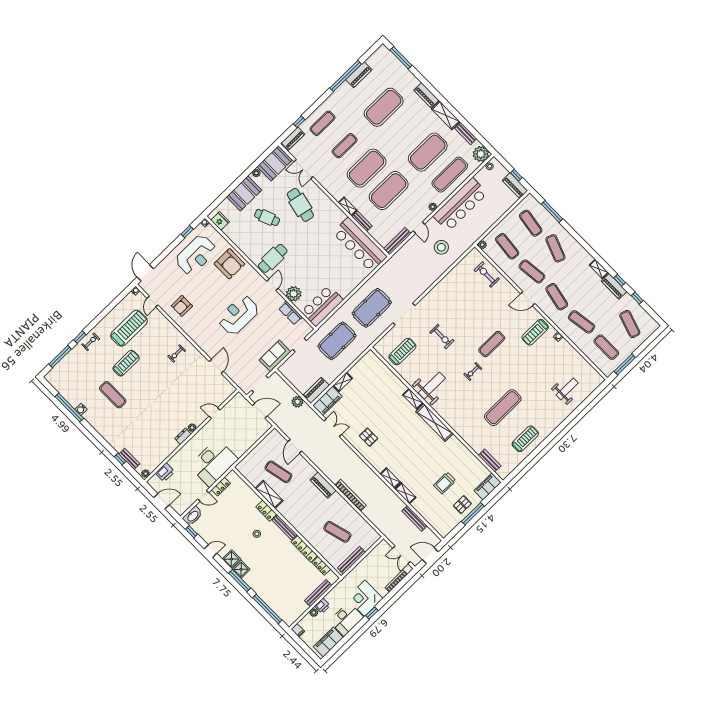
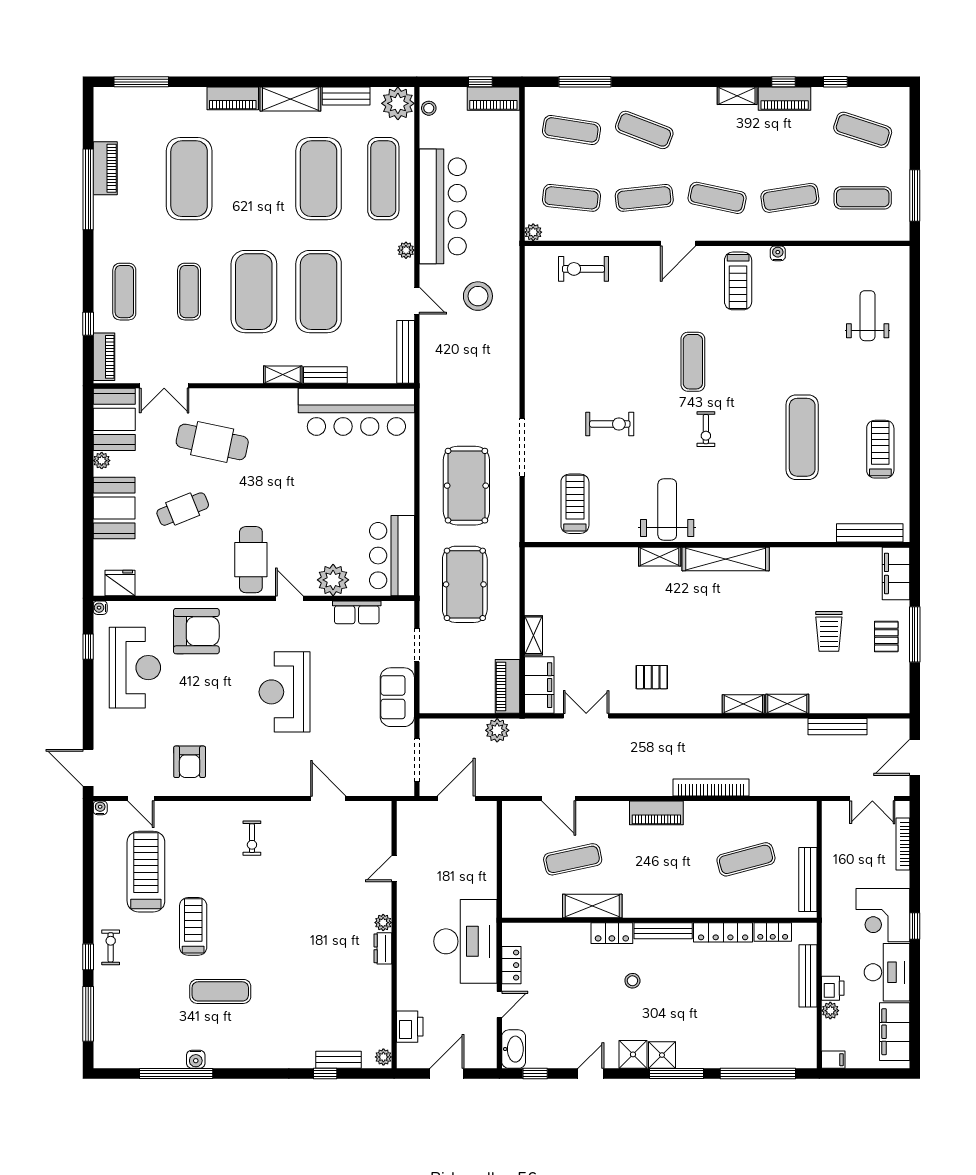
bench: (490, 461) -> (870, 533), width x1.36

